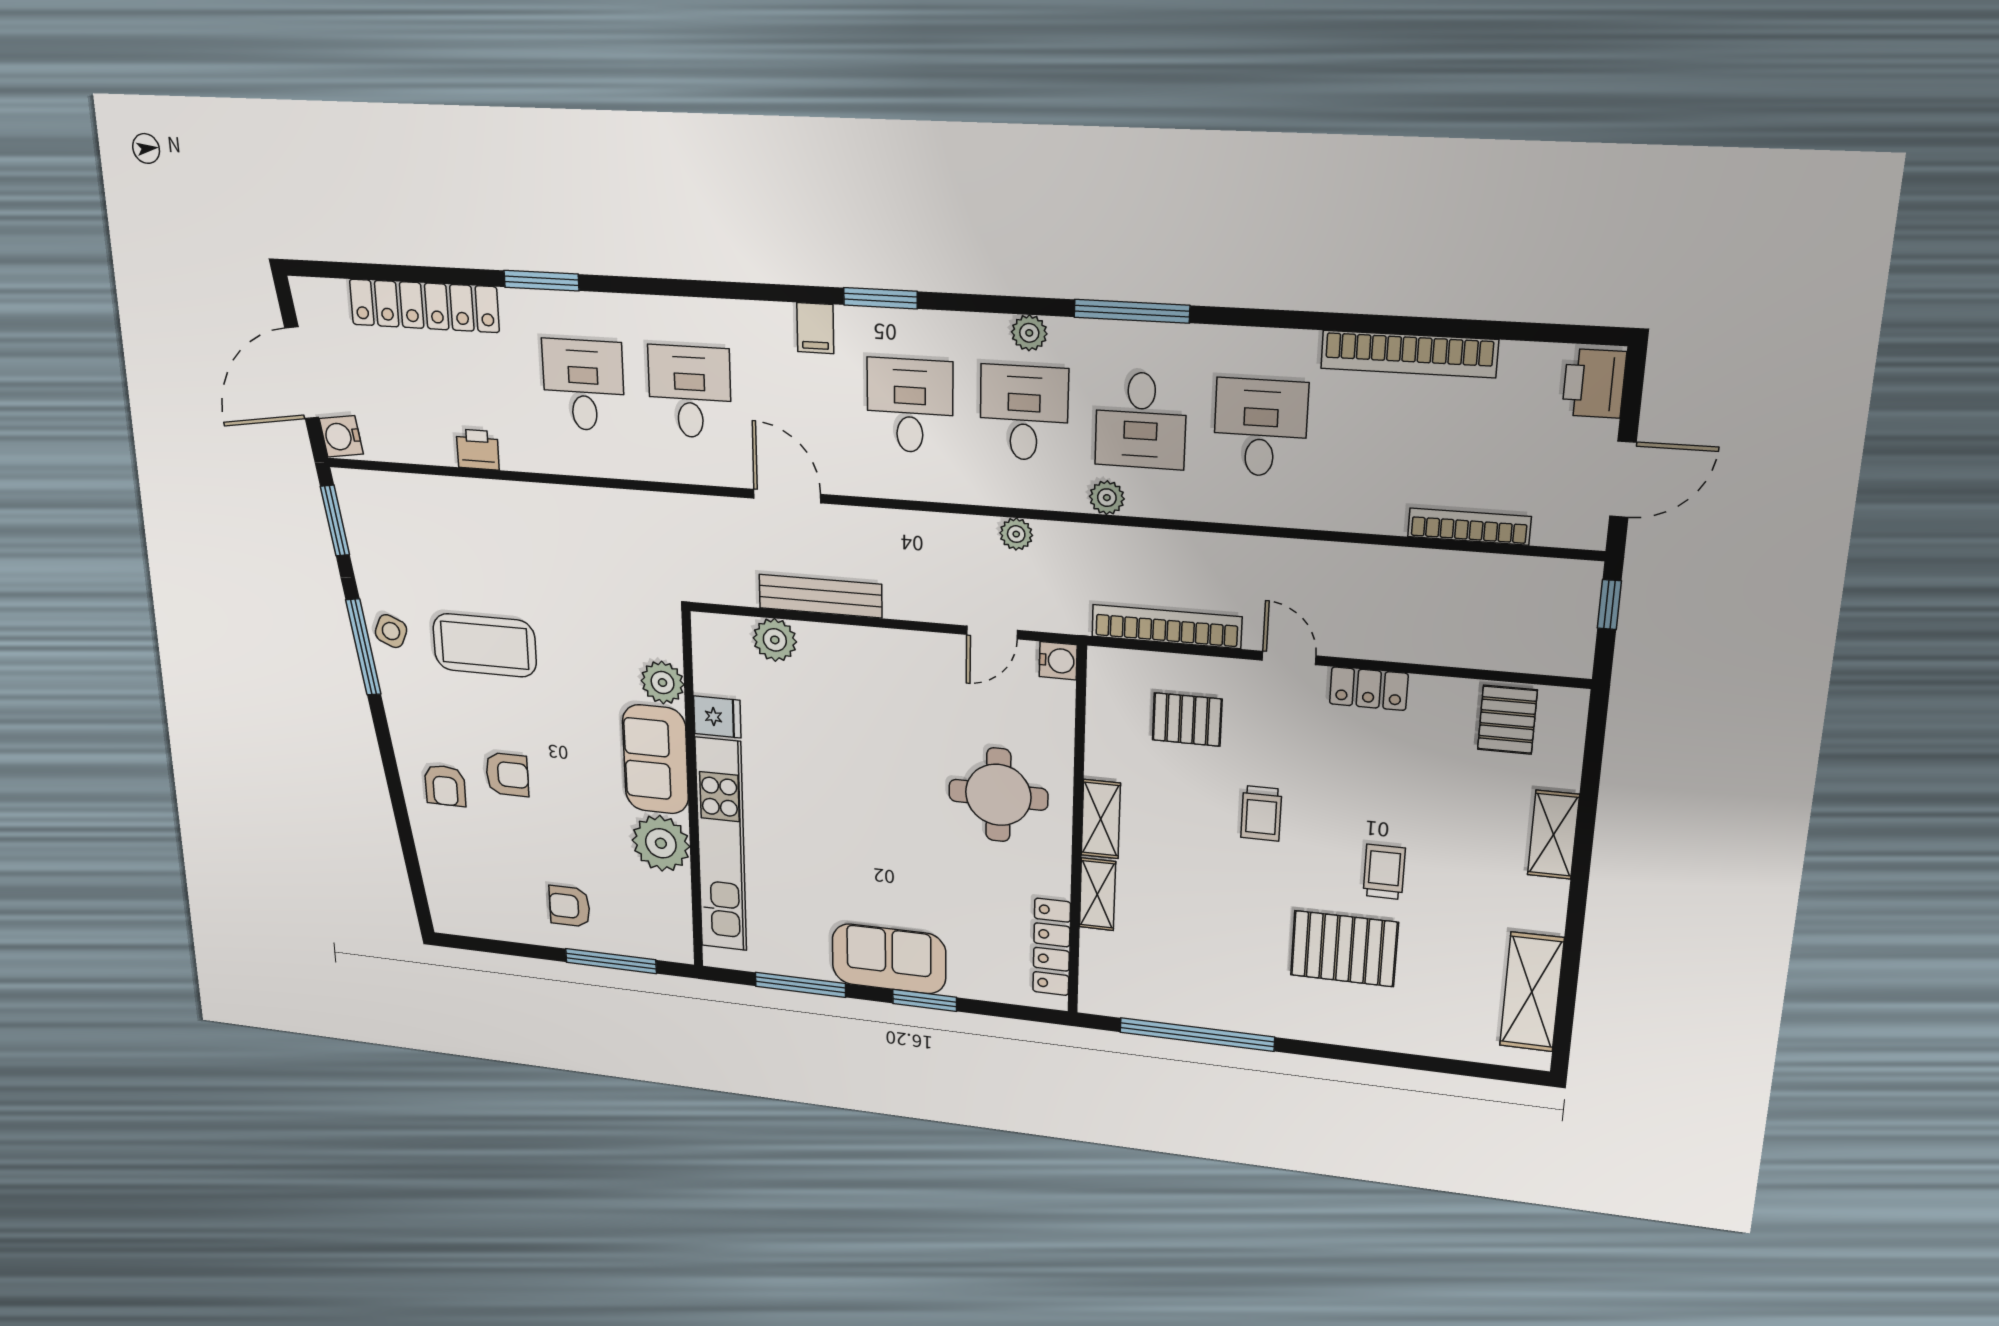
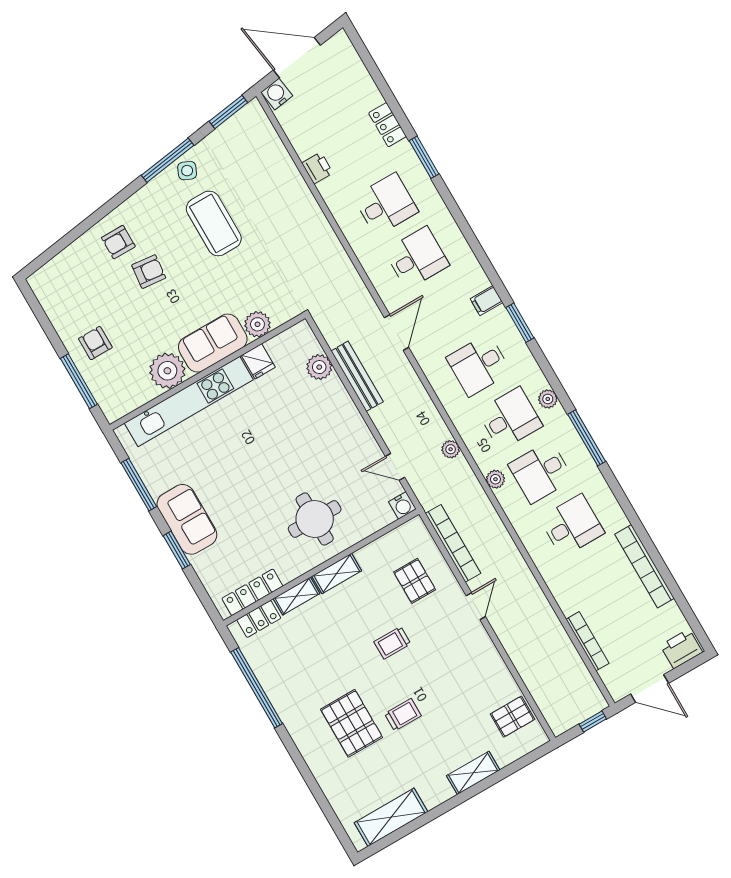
locker: (424, 306) -> (388, 125), width x0.46, depth x0.83
desk: (910, 406) -> (479, 365), turned 180
locker: (1369, 689) -> (259, 619), moved, turned -90
armchair: (507, 774) -> (149, 272), turned -84

